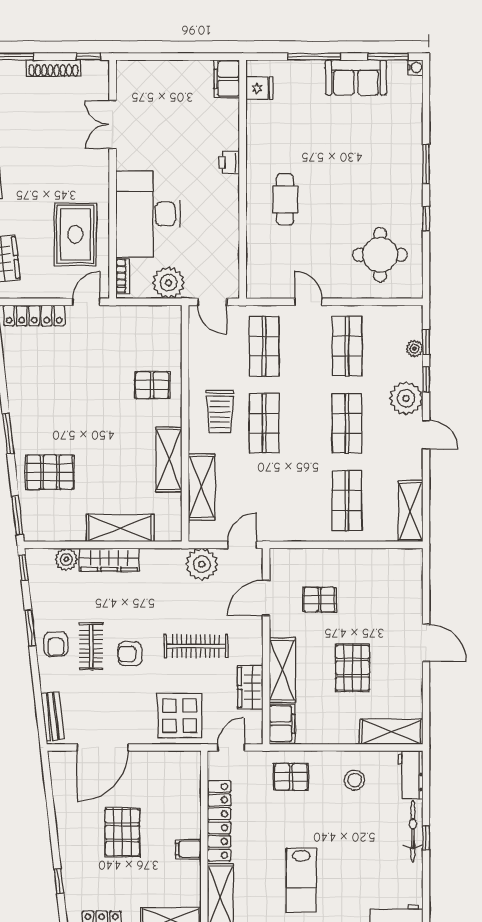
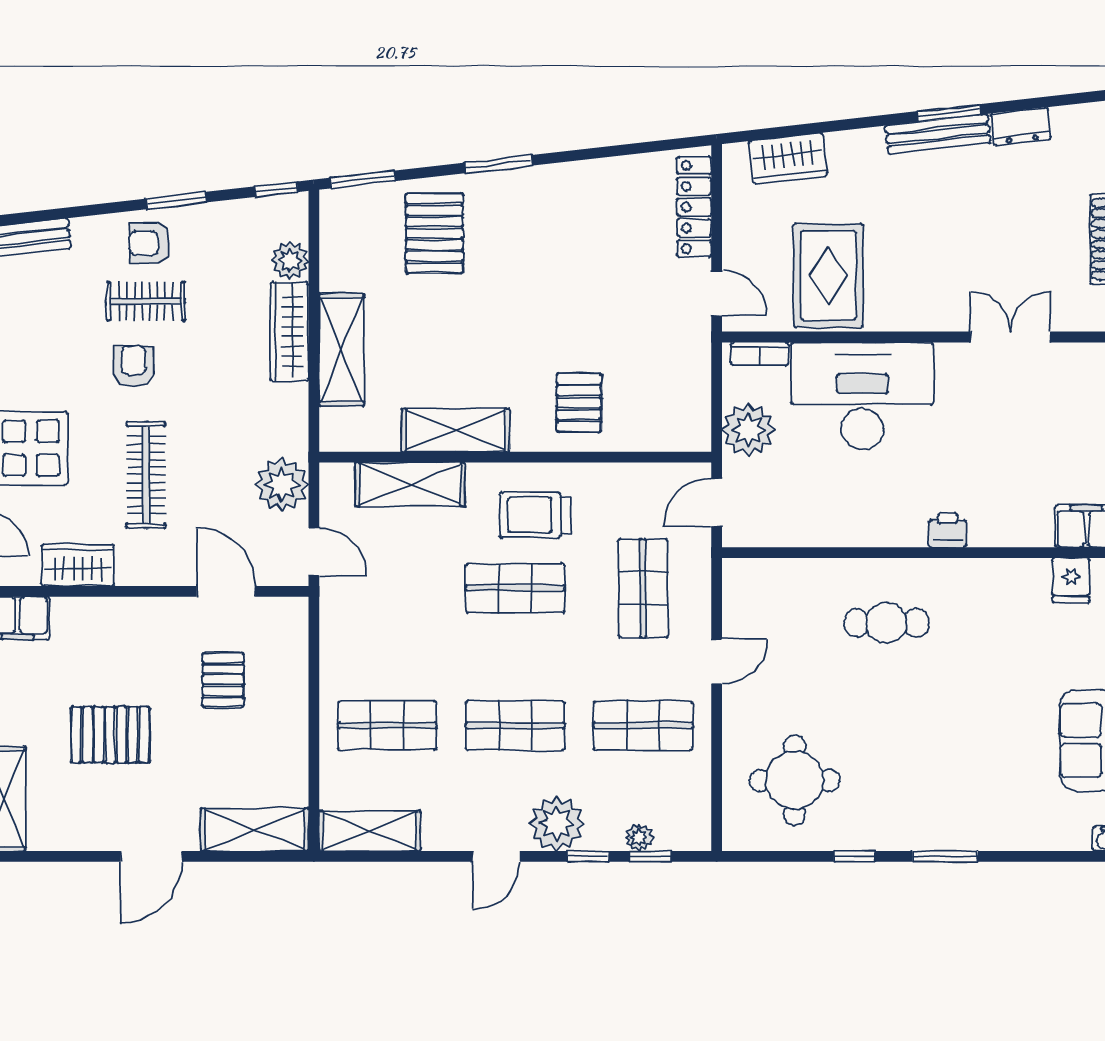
rug: (75, 234) -> (828, 275), turned 90
shop shelf: (264, 346) -> (643, 588), turned 90
shelving: (282, 670) -> (255, 830), moved

